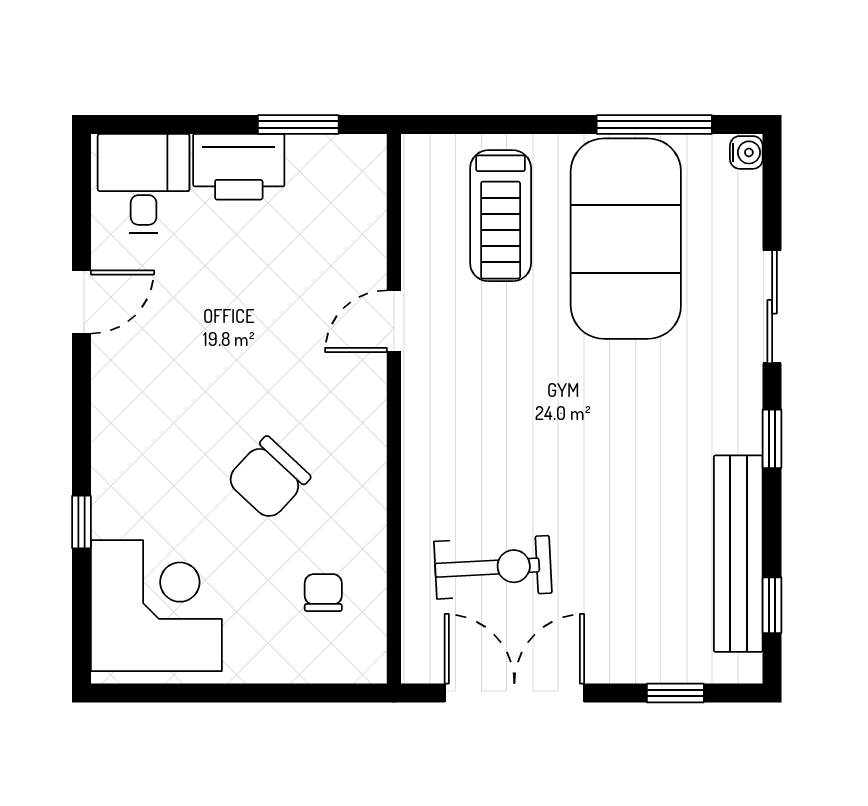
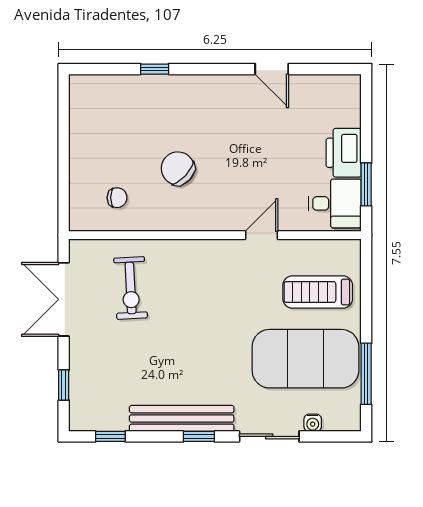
water cooler: (746, 152) -> (313, 423), moved
desk: (144, 183) -> (335, 203), moved
door: (394, 321) -> (262, 235), hinge flipped
bench: (738, 554) -> (182, 418), moved
corner desk: (156, 606) -> (110, 109), removed
double door: (514, 693) -> (64, 299), swing flipped

